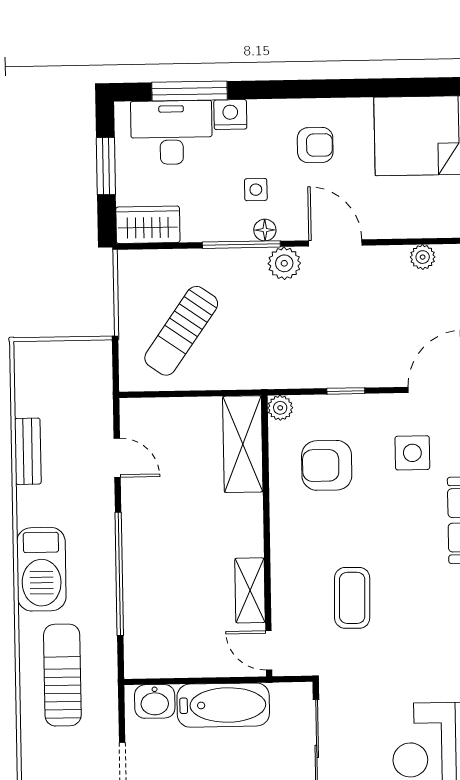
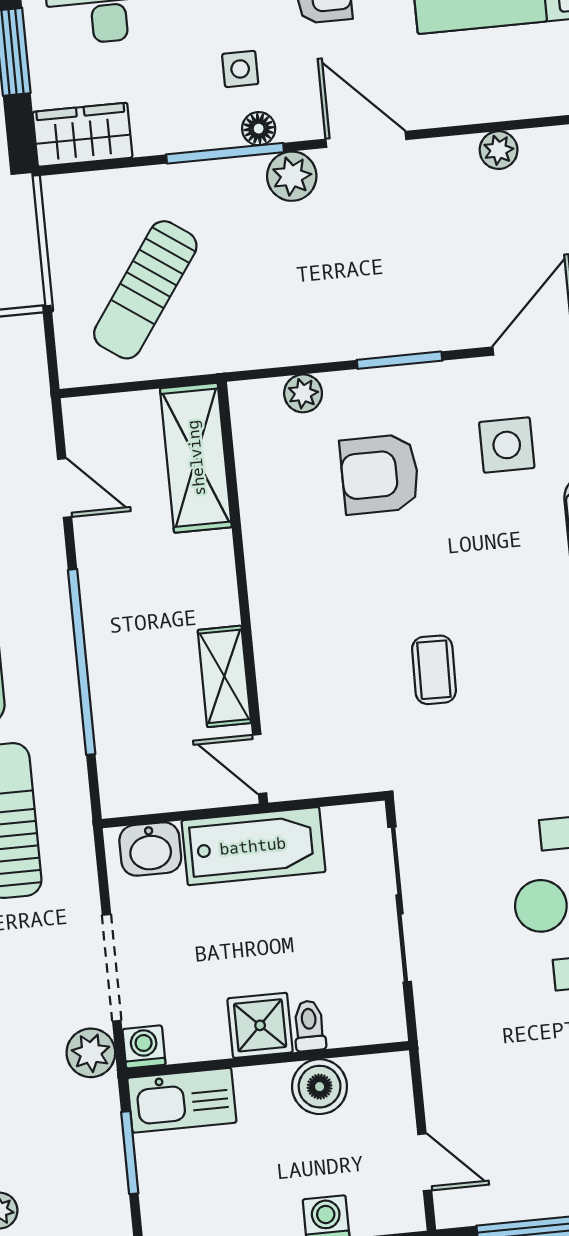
window: (346, 391) -> (399, 360), width x1.50
shelving: (243, 444) -> (196, 458), moved
wall: (267, 536) -> (243, 593), moved
shelving: (250, 590) -> (224, 676), moved
coffee table: (352, 598) -> (434, 670), width x0.73, depth x0.77
door: (269, 650) -> (260, 764), moved

